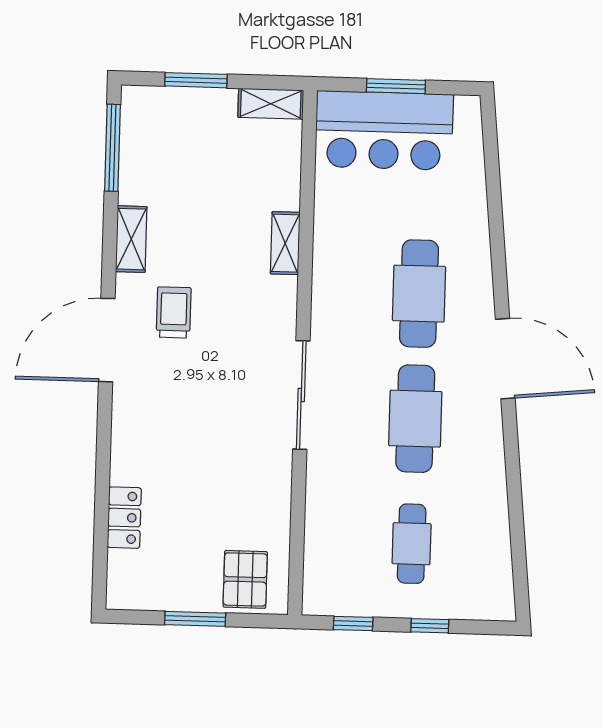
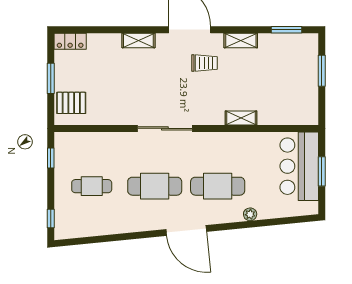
shelving: (271, 104) -> (138, 40), moved, turned 90
window: (112, 148) -> (286, 30), width x0.69
plant: (477, 231) -> (250, 214), added
door: (505, 359) -> (186, 231), hinge flipped
locker: (124, 518) -> (70, 41), moved
window: (430, 626) -> (51, 218), moved

